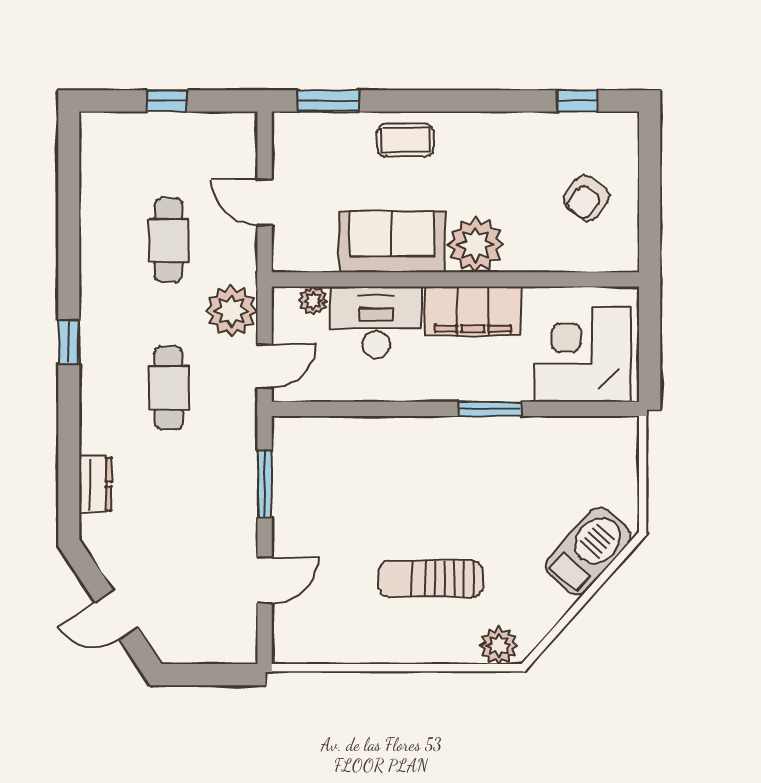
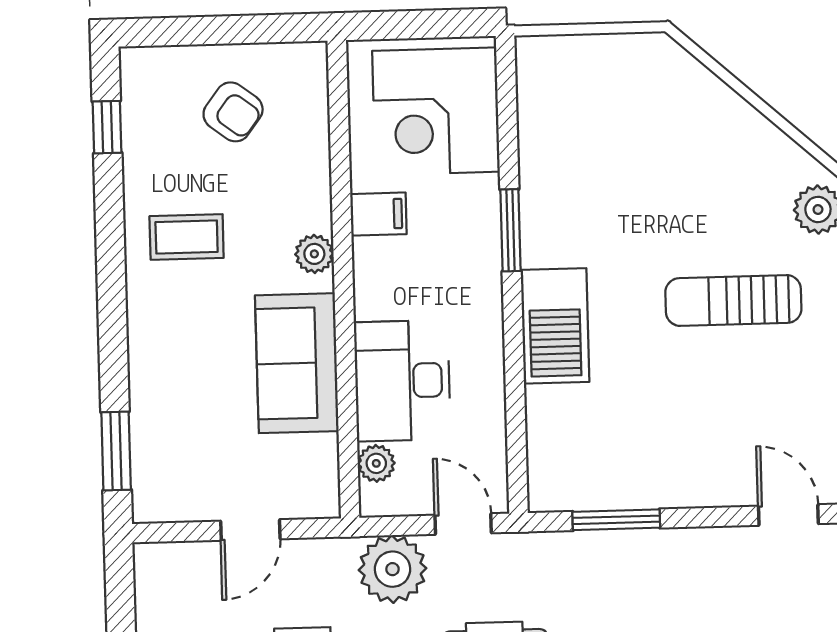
coffee table: (405, 140) -> (187, 237), moved, turned 90
plant: (475, 245) -> (314, 254), width x0.53, depth x0.53
filing cabinet: (473, 311) -> (378, 214), width x0.33, depth x0.86
barbecue: (588, 551) -> (555, 326), moved, turned -132
sun lounger: (431, 579) -> (733, 300), turned 90
door: (265, 580) -> (788, 515), moved

